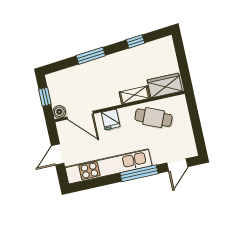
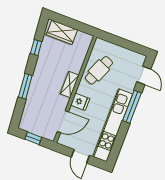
wardrobe: (165, 85) -> (62, 32), moved, turned -90
shelving: (135, 95) -> (70, 84), moved
boiler: (59, 112) -> (51, 135), removed

